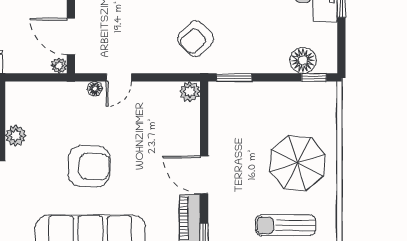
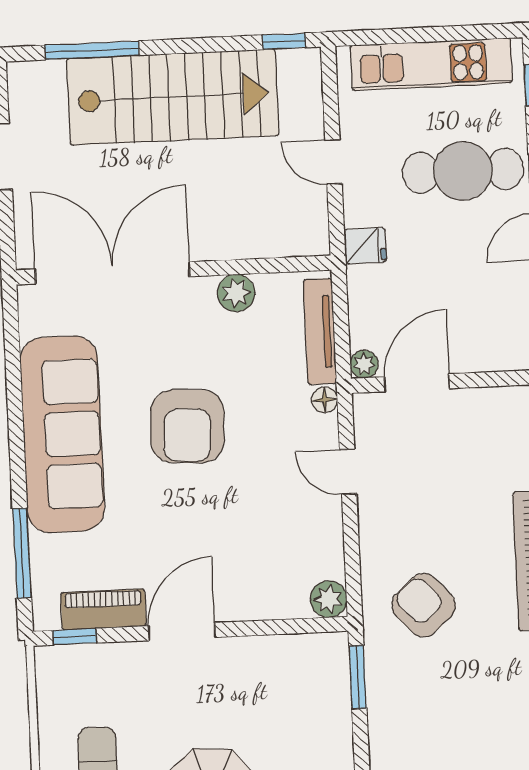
tv unit: (40, 89) -> (320, 332), added
floor lamp: (95, 89) -> (325, 400), moved

